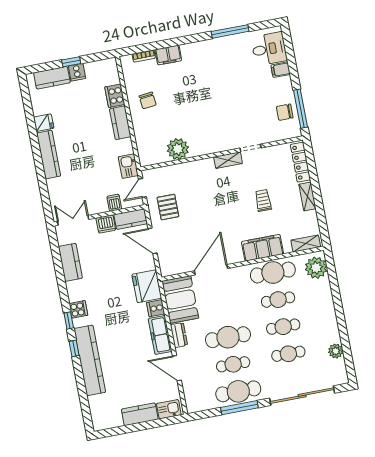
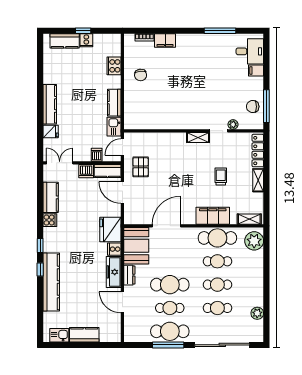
fridge: (44, 123) -> (51, 132), moved
kitchen counter: (120, 123) -> (114, 103), moved
plant: (178, 149) -> (233, 124), moved, width x0.53, depth x0.53
cooker: (78, 309) -> (50, 220), moved
kitchen sink: (169, 409) -> (59, 335), moved

